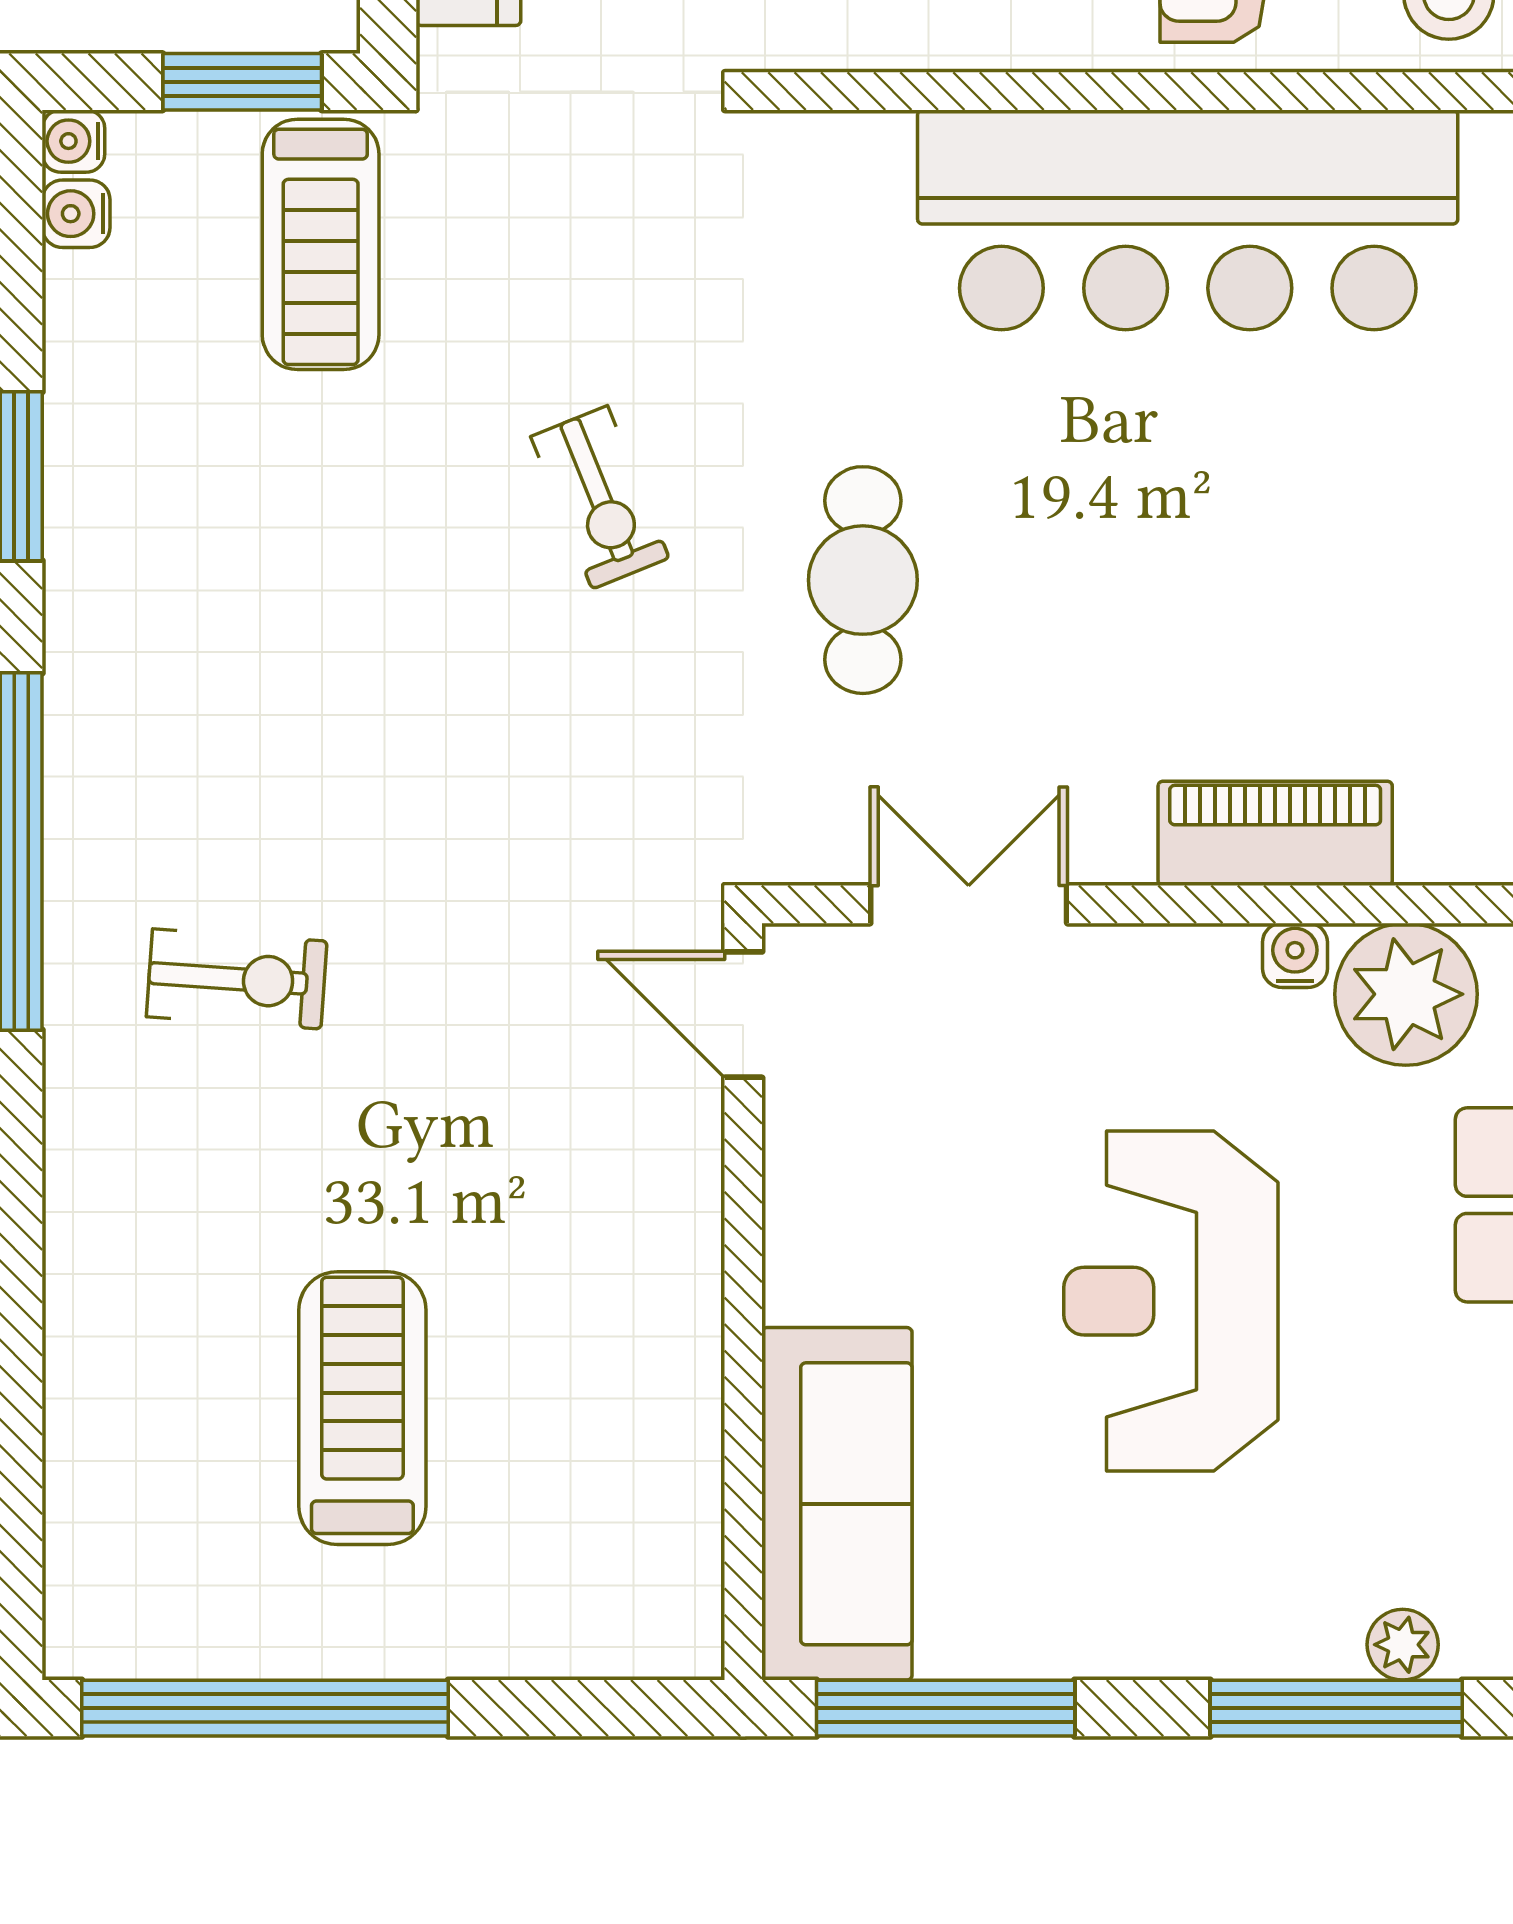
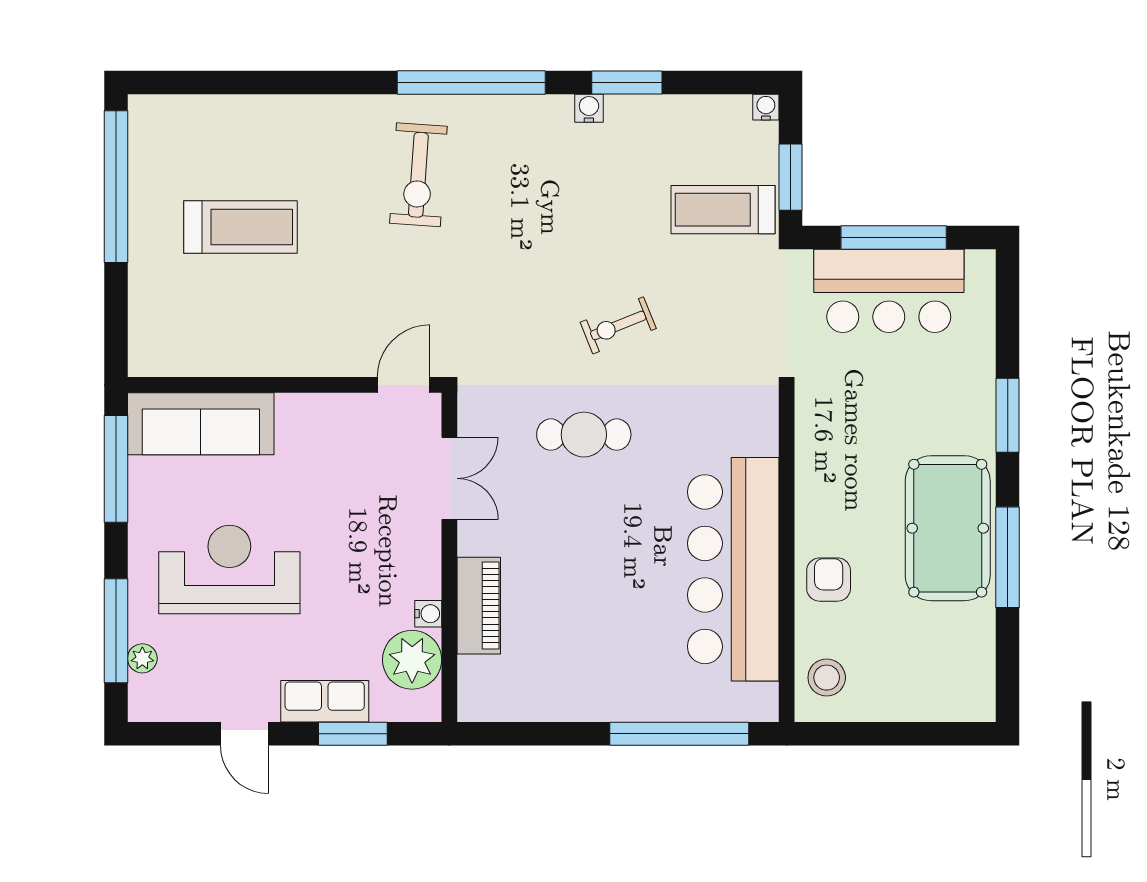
water cooler: (76, 214) -> (589, 108), moved
exercise bike: (237, 979) -> (418, 175), width x1.38, depth x1.39
reception desk: (1171, 1301) -> (229, 569), moved

